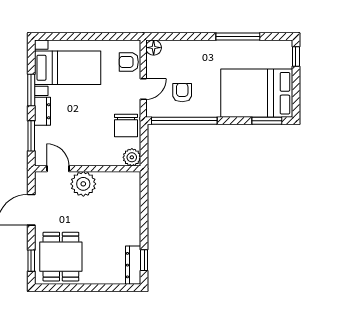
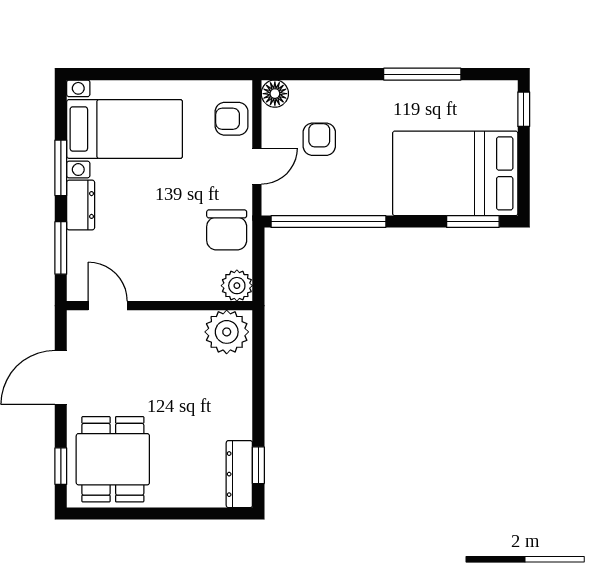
armchair: (182, 93) -> (319, 139), moved
plant: (83, 184) -> (227, 332), moved

